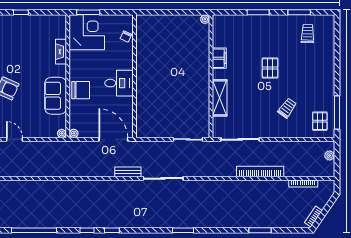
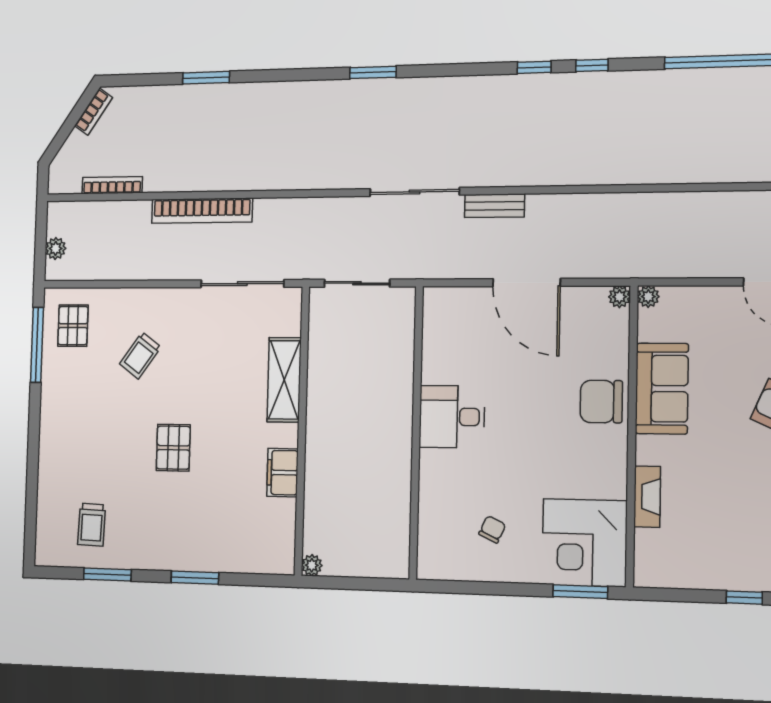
wall: (134, 76) -> (416, 432), moved
desk: (119, 83) -> (452, 417), moved

